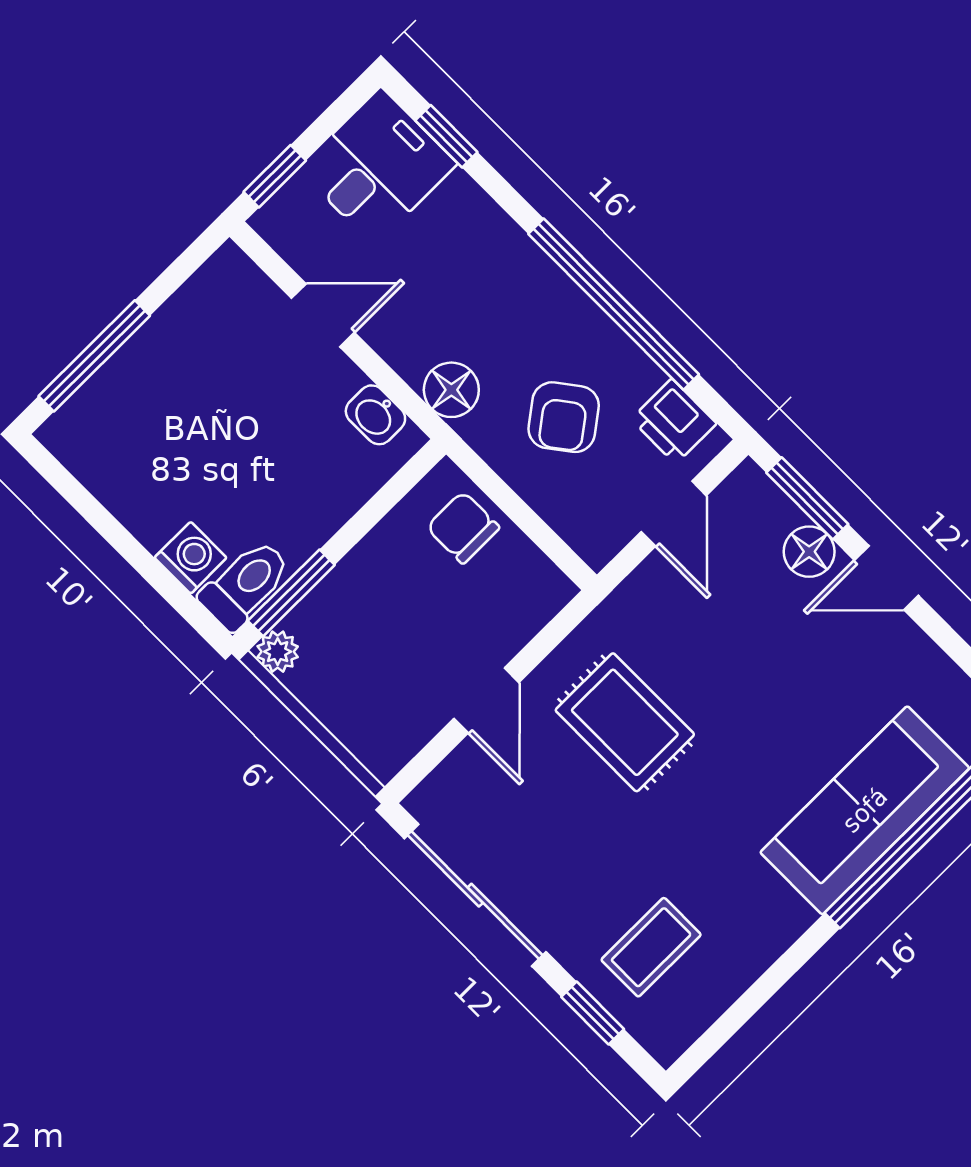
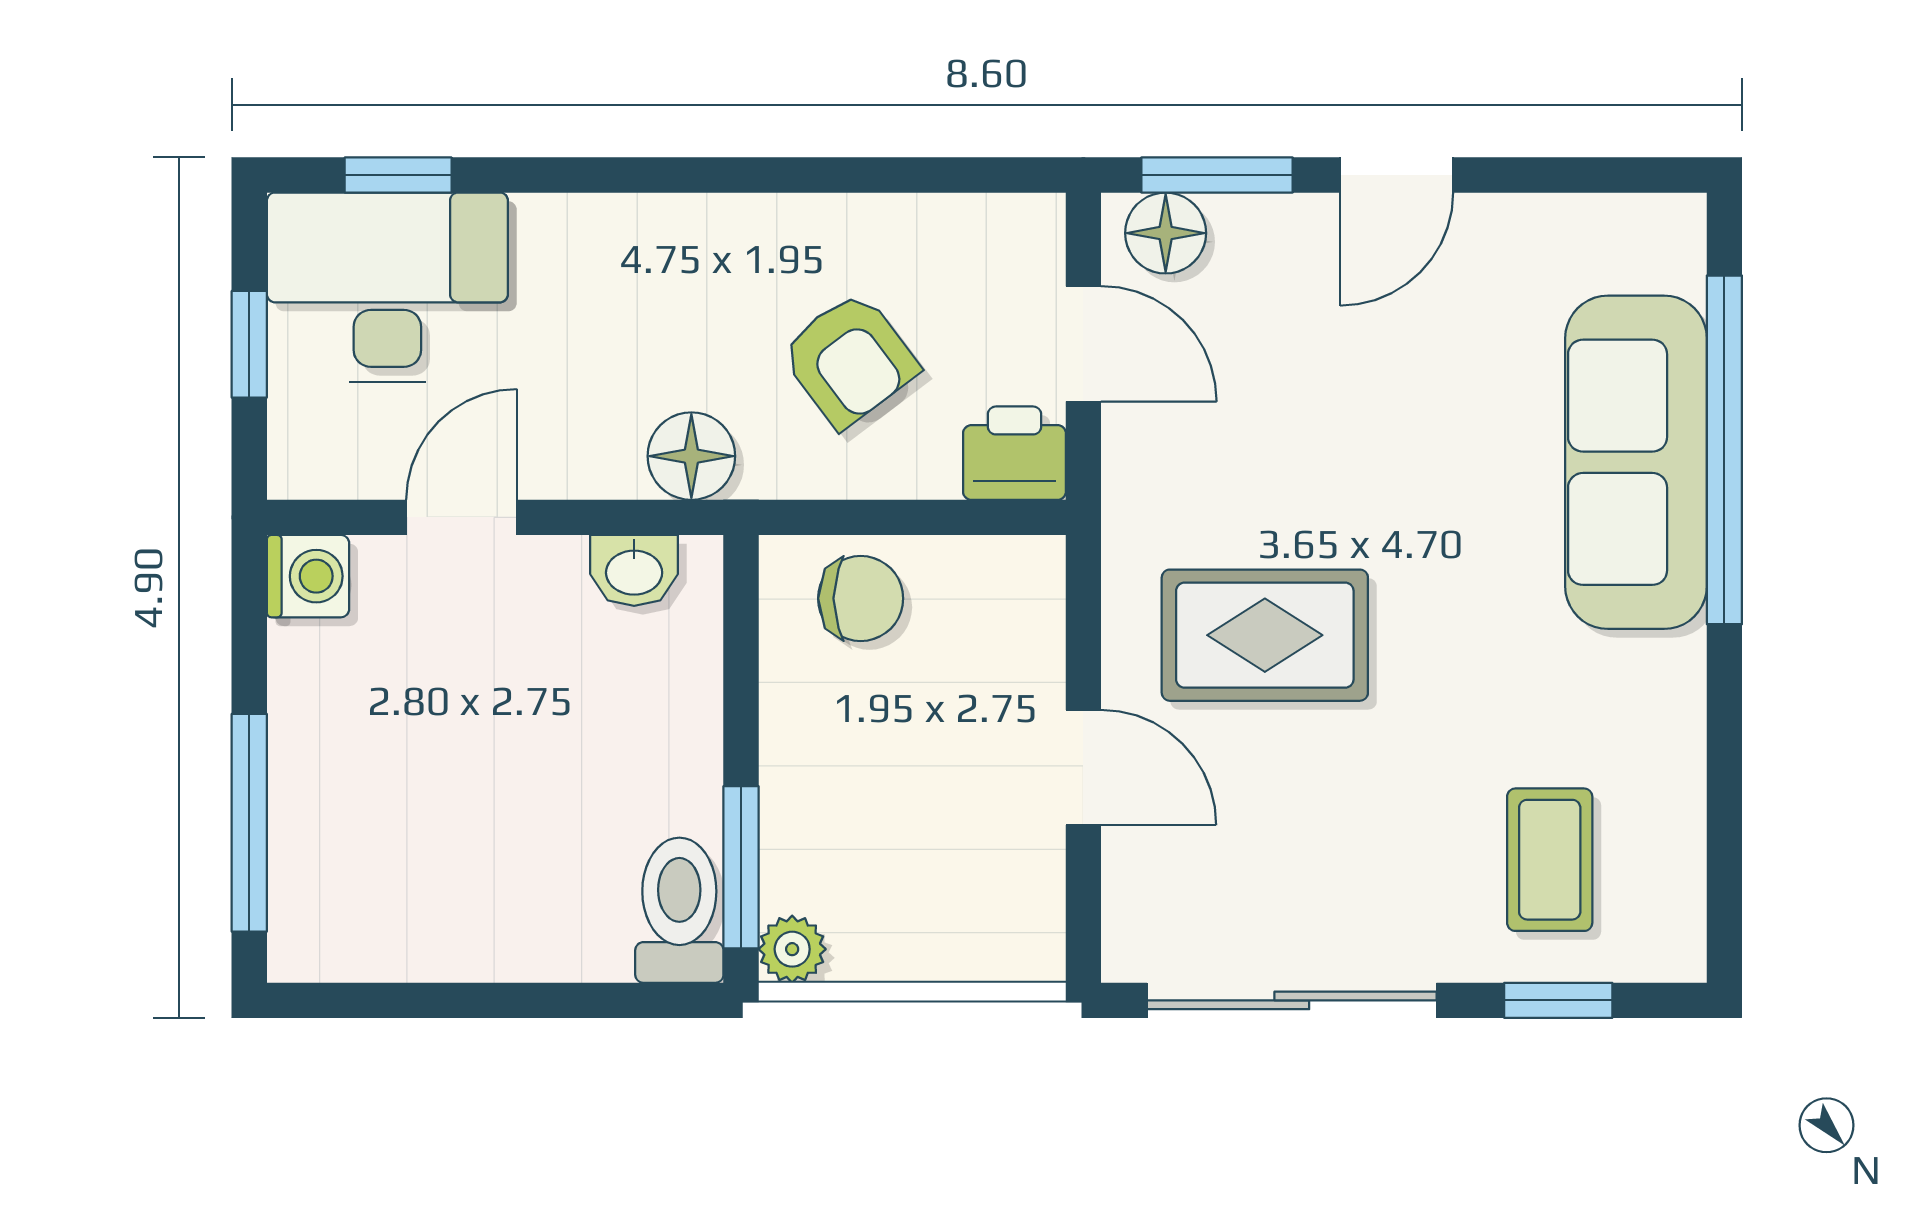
desk: (378, 167) -> (387, 287), width x1.37
window: (275, 176) -> (249, 344), moved
window: (614, 304) -> (778, 175), removed
printer: (674, 421) -> (1014, 453), moved, turned 180
chair: (463, 527) -> (861, 598), turned 180
floor lamp: (809, 552) -> (1166, 233), moved
washing machine: (191, 558) -> (308, 576), moved, turned 90

